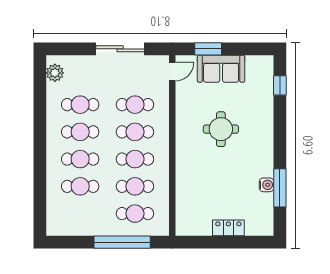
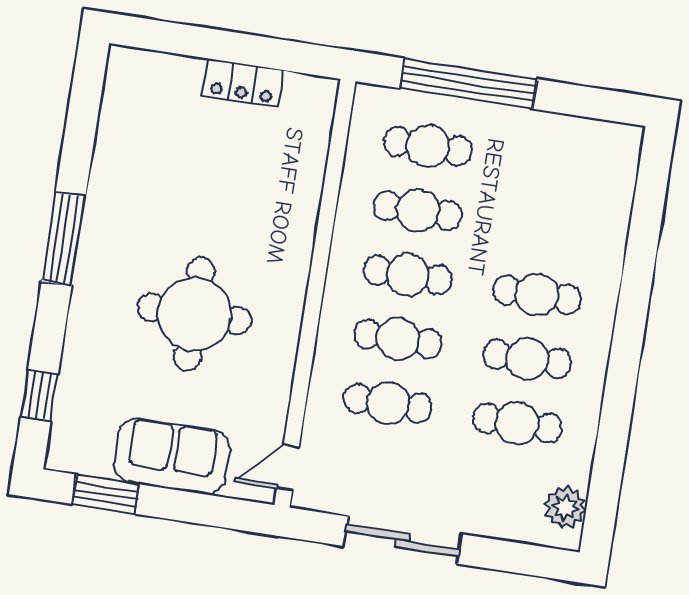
window: (208, 49) -> (106, 494), moved
round table: (221, 129) -> (194, 314), width x1.36, depth x1.36
water cooler: (266, 185) -> (107, 166), removed
cafe table: (80, 186) -> (547, 230), removed
window: (280, 188) -> (64, 239), moved
locker: (228, 228) -> (243, 83), moved

